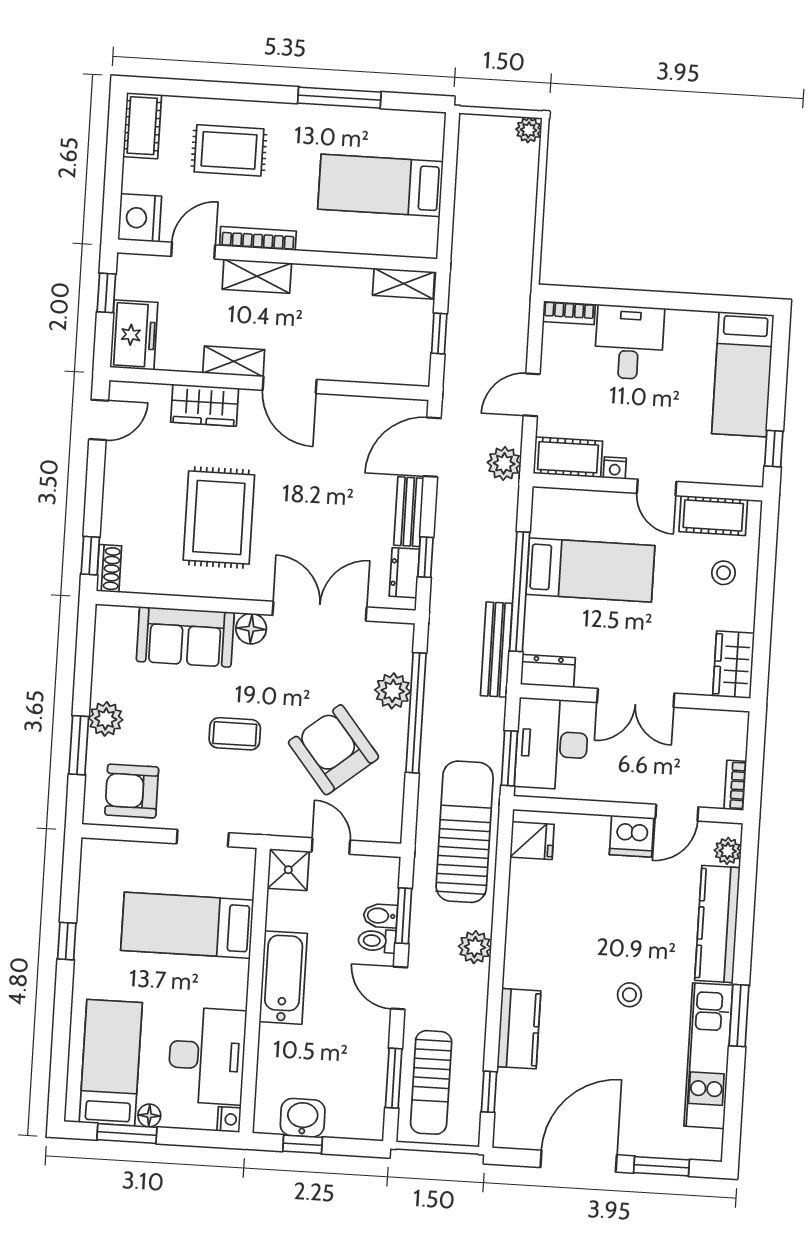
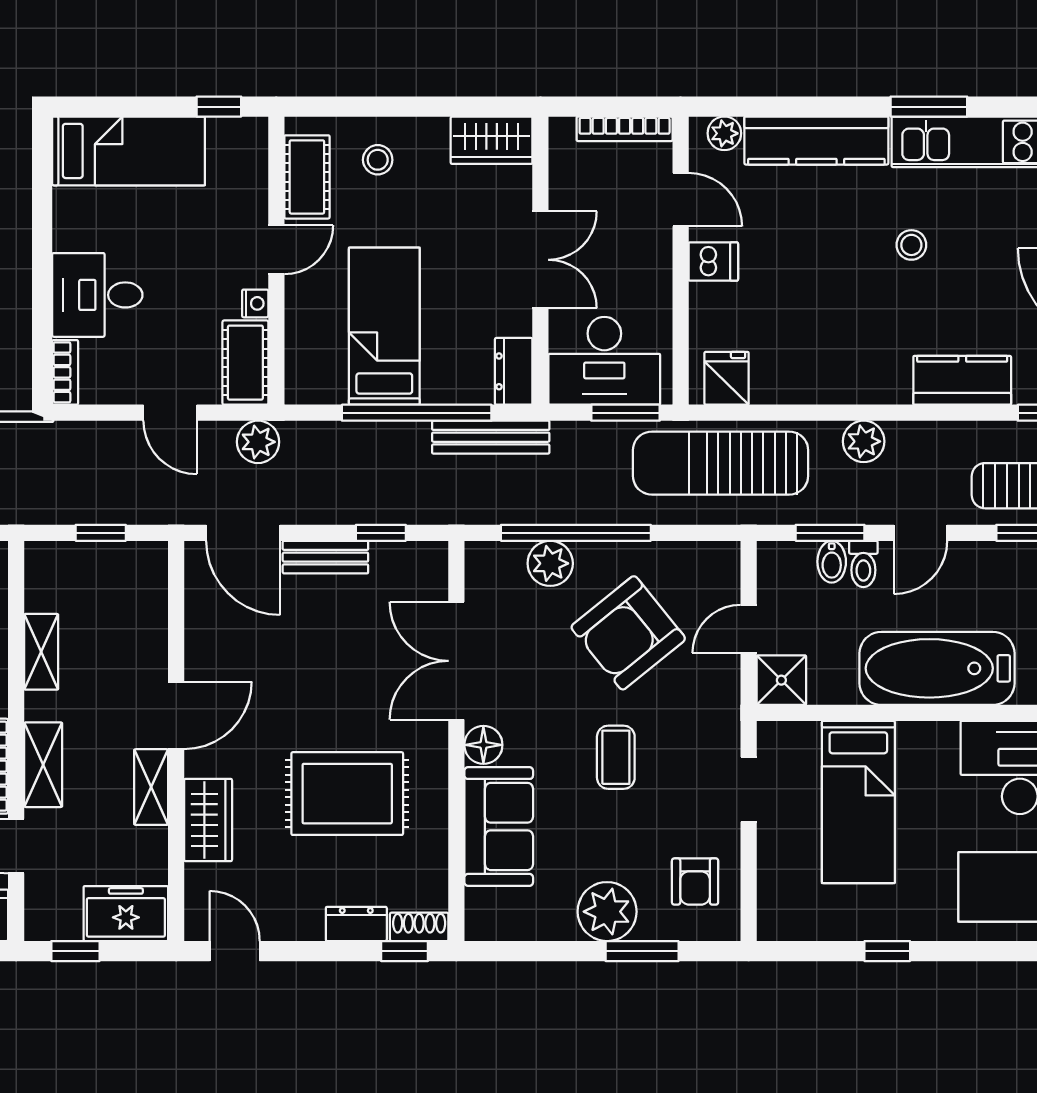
shelving: (404, 284) -> (41, 652), moved
dresser: (404, 573) -> (356, 924), moved, turned 180
plant: (106, 719) -> (607, 912), width x1.36, depth x1.36
bookcase: (735, 785) -> (625, 129), width x1.56
armchair: (132, 791) -> (695, 882), width x0.72, depth x0.72
dishwasher: (632, 836) -> (713, 262), width x0.73
bathtub: (283, 978) -> (937, 668), width x1.36, depth x1.36

